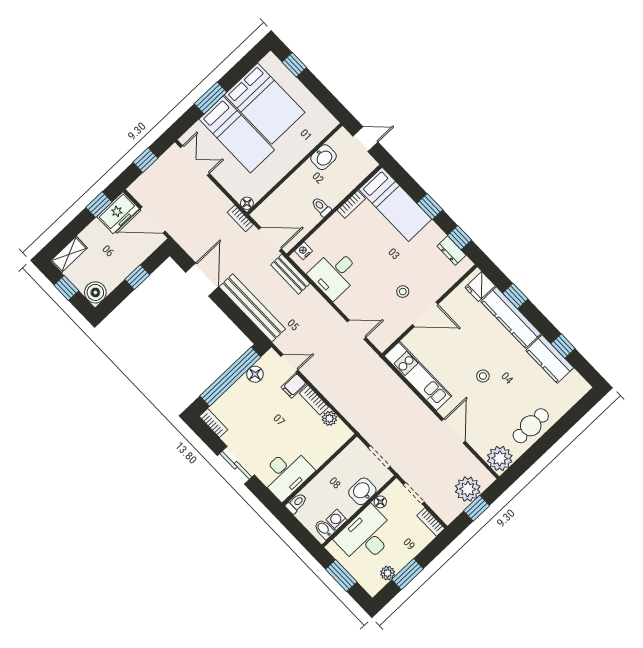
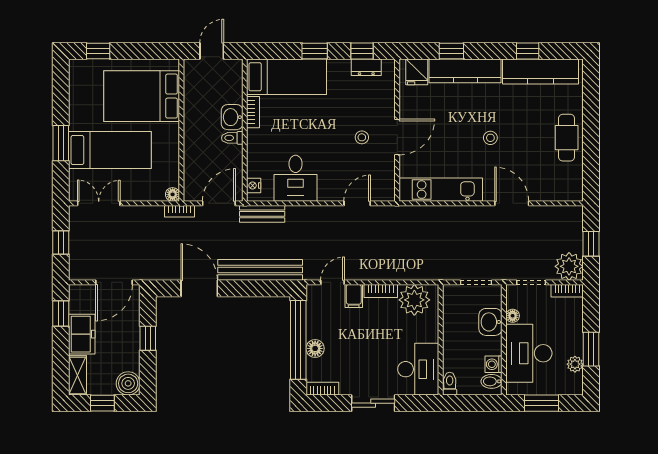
bed: (265, 104) -> (142, 96), moved, turned 180
washbasin: (324, 157) -> (232, 117), moved, turned 180
freezer: (118, 213) -> (82, 334), moved
kitchen counter: (550, 359) -> (540, 72), width x1.50
floor lamp: (255, 374) -> (315, 348), moved
plant: (329, 418) -> (414, 300), width x1.87, depth x1.87
plant: (500, 458) -> (569, 187), removed
plant: (468, 489) -> (569, 266), moved

